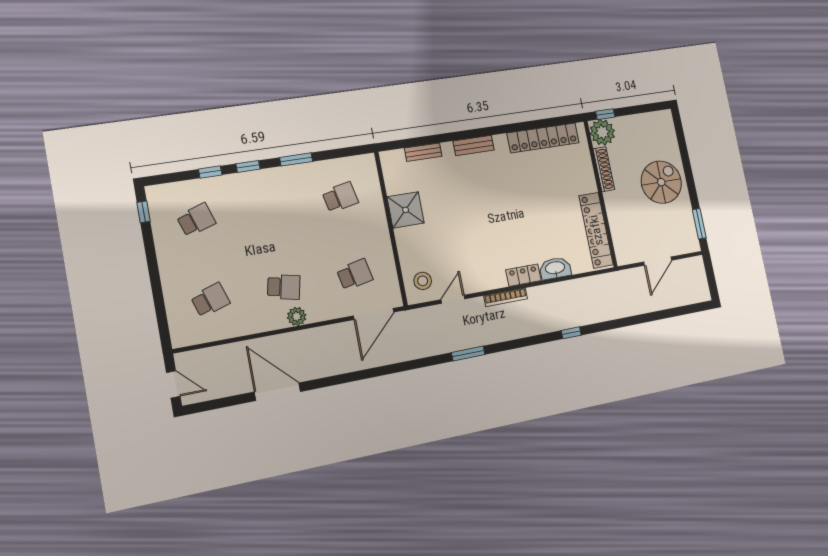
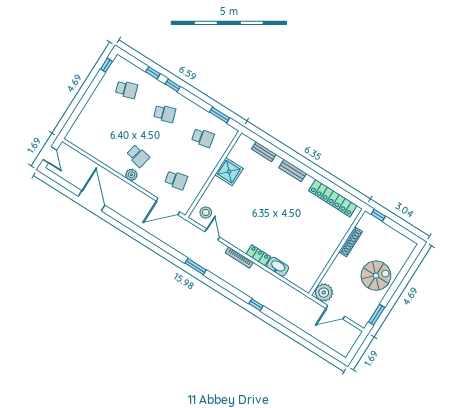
plant: (602, 132) -> (324, 293), moved
window: (296, 159) -> (220, 115), moved
locker: (596, 230) -> (317, 268), removed
door: (453, 299) -> (212, 235), hinge flipped
school desk: (210, 300) -> (165, 114), moved

